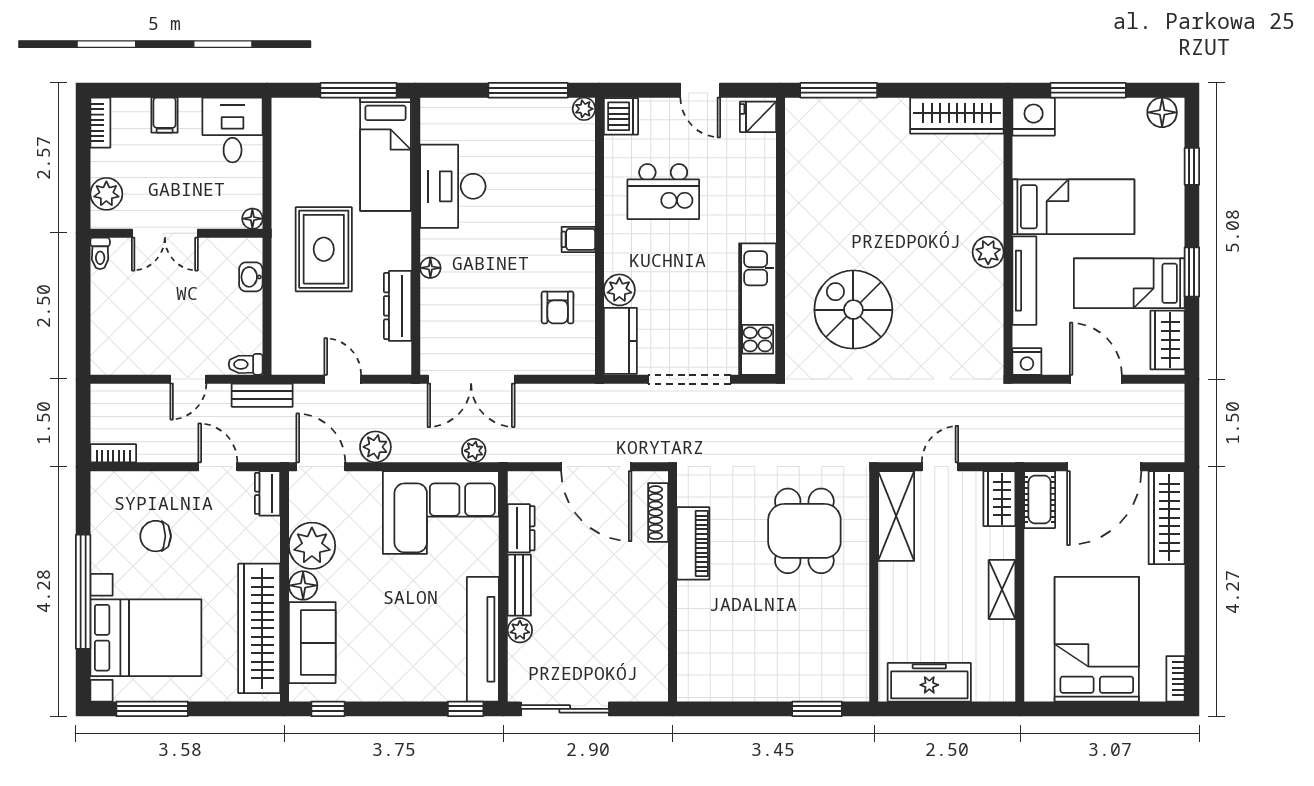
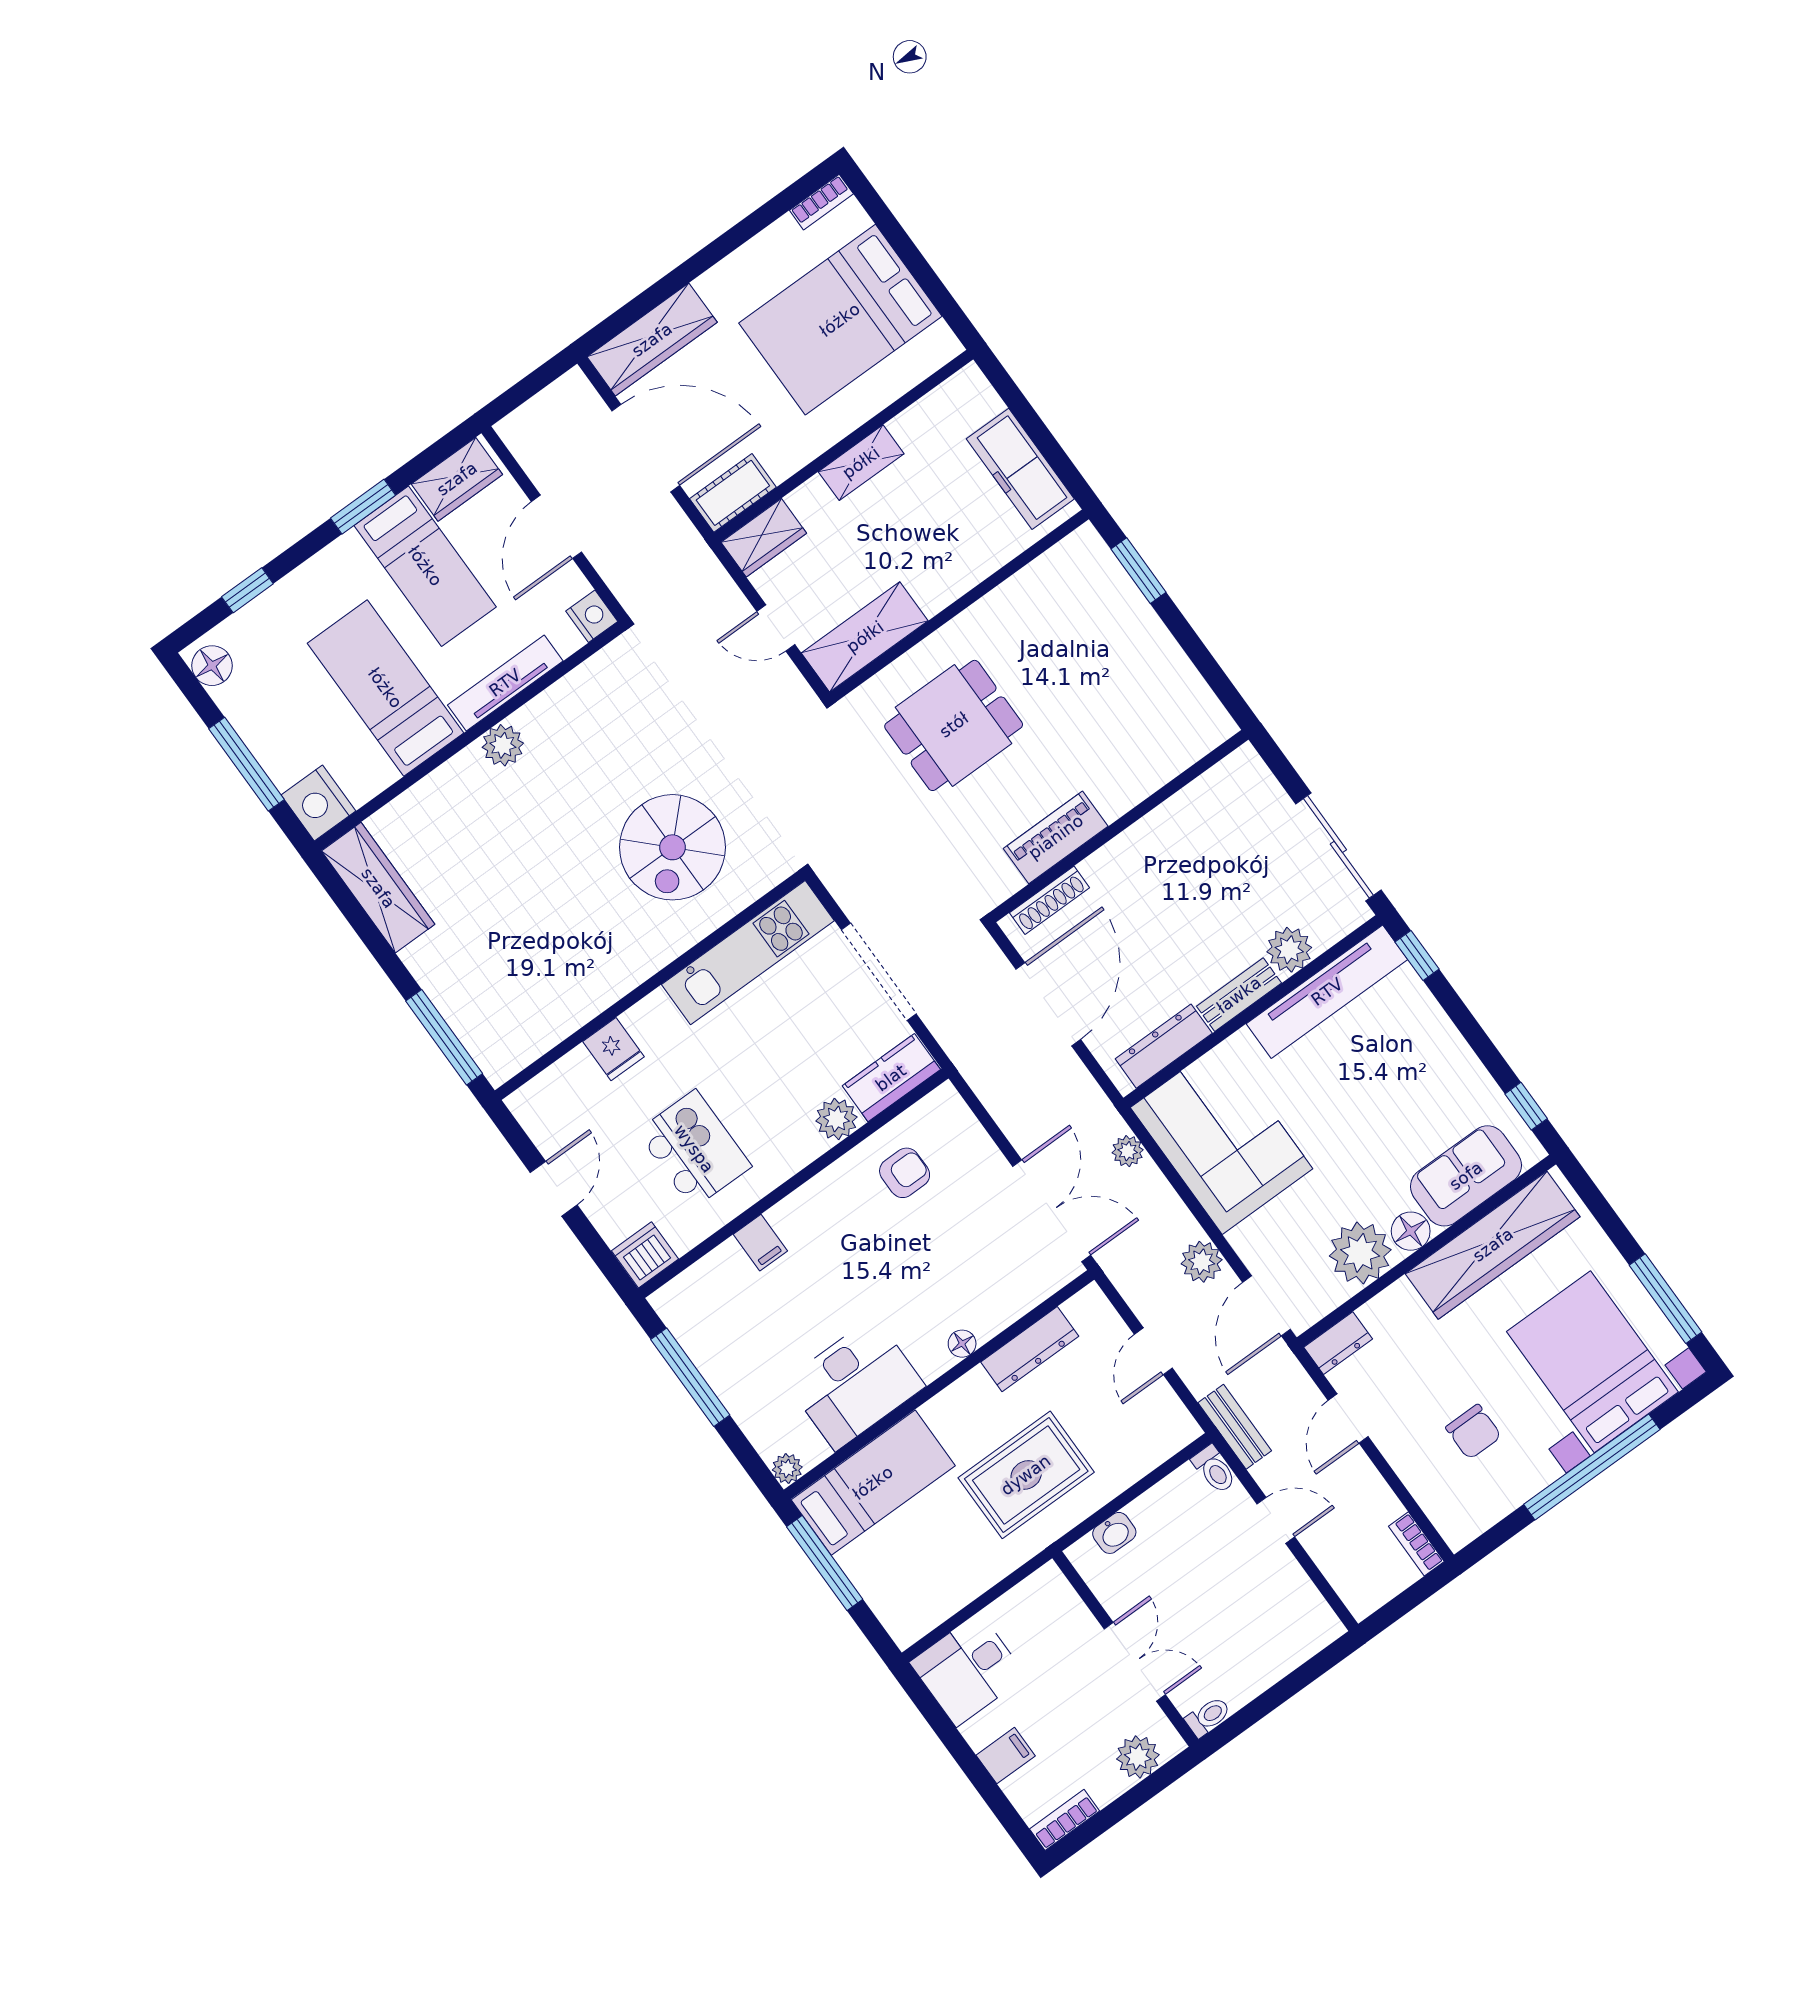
plant: (584, 109) -> (787, 1468), moved
fridge: (758, 117) -> (614, 1049), moved
floor lamp: (252, 219) -> (1049, 1577), removed
filing cabinet: (578, 239) -> (760, 1243), moved
dresser: (521, 528) -> (1164, 1046), width x1.44
plant: (520, 630) -> (1289, 950), width x1.38, depth x1.38

